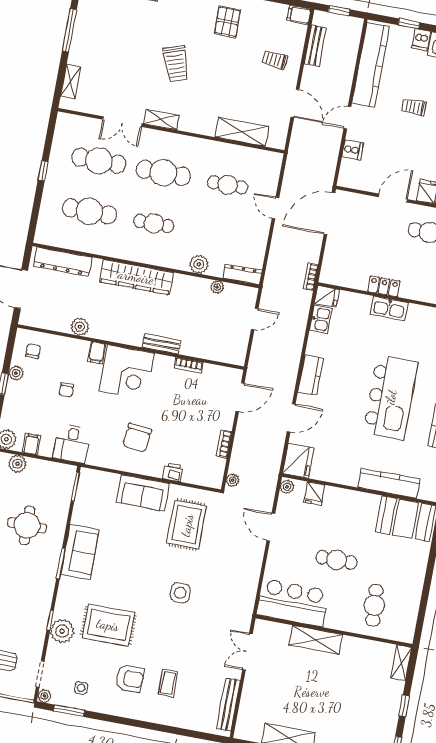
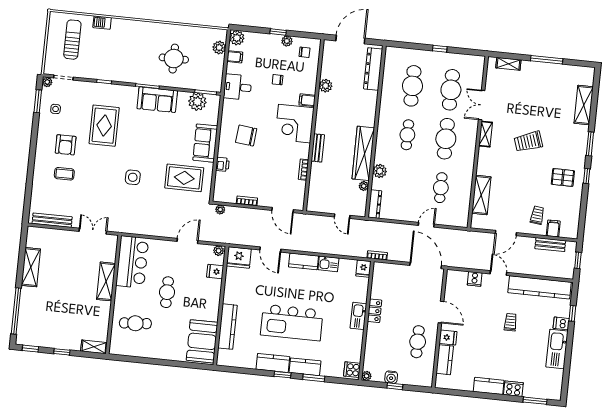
filing cabinet: (299, 15) -> (553, 228), moved
wardrobe: (136, 277) -> (363, 153), moved
kitchen sink: (321, 319) -> (328, 264), moved
plant: (62, 631) -> (197, 102), moved

